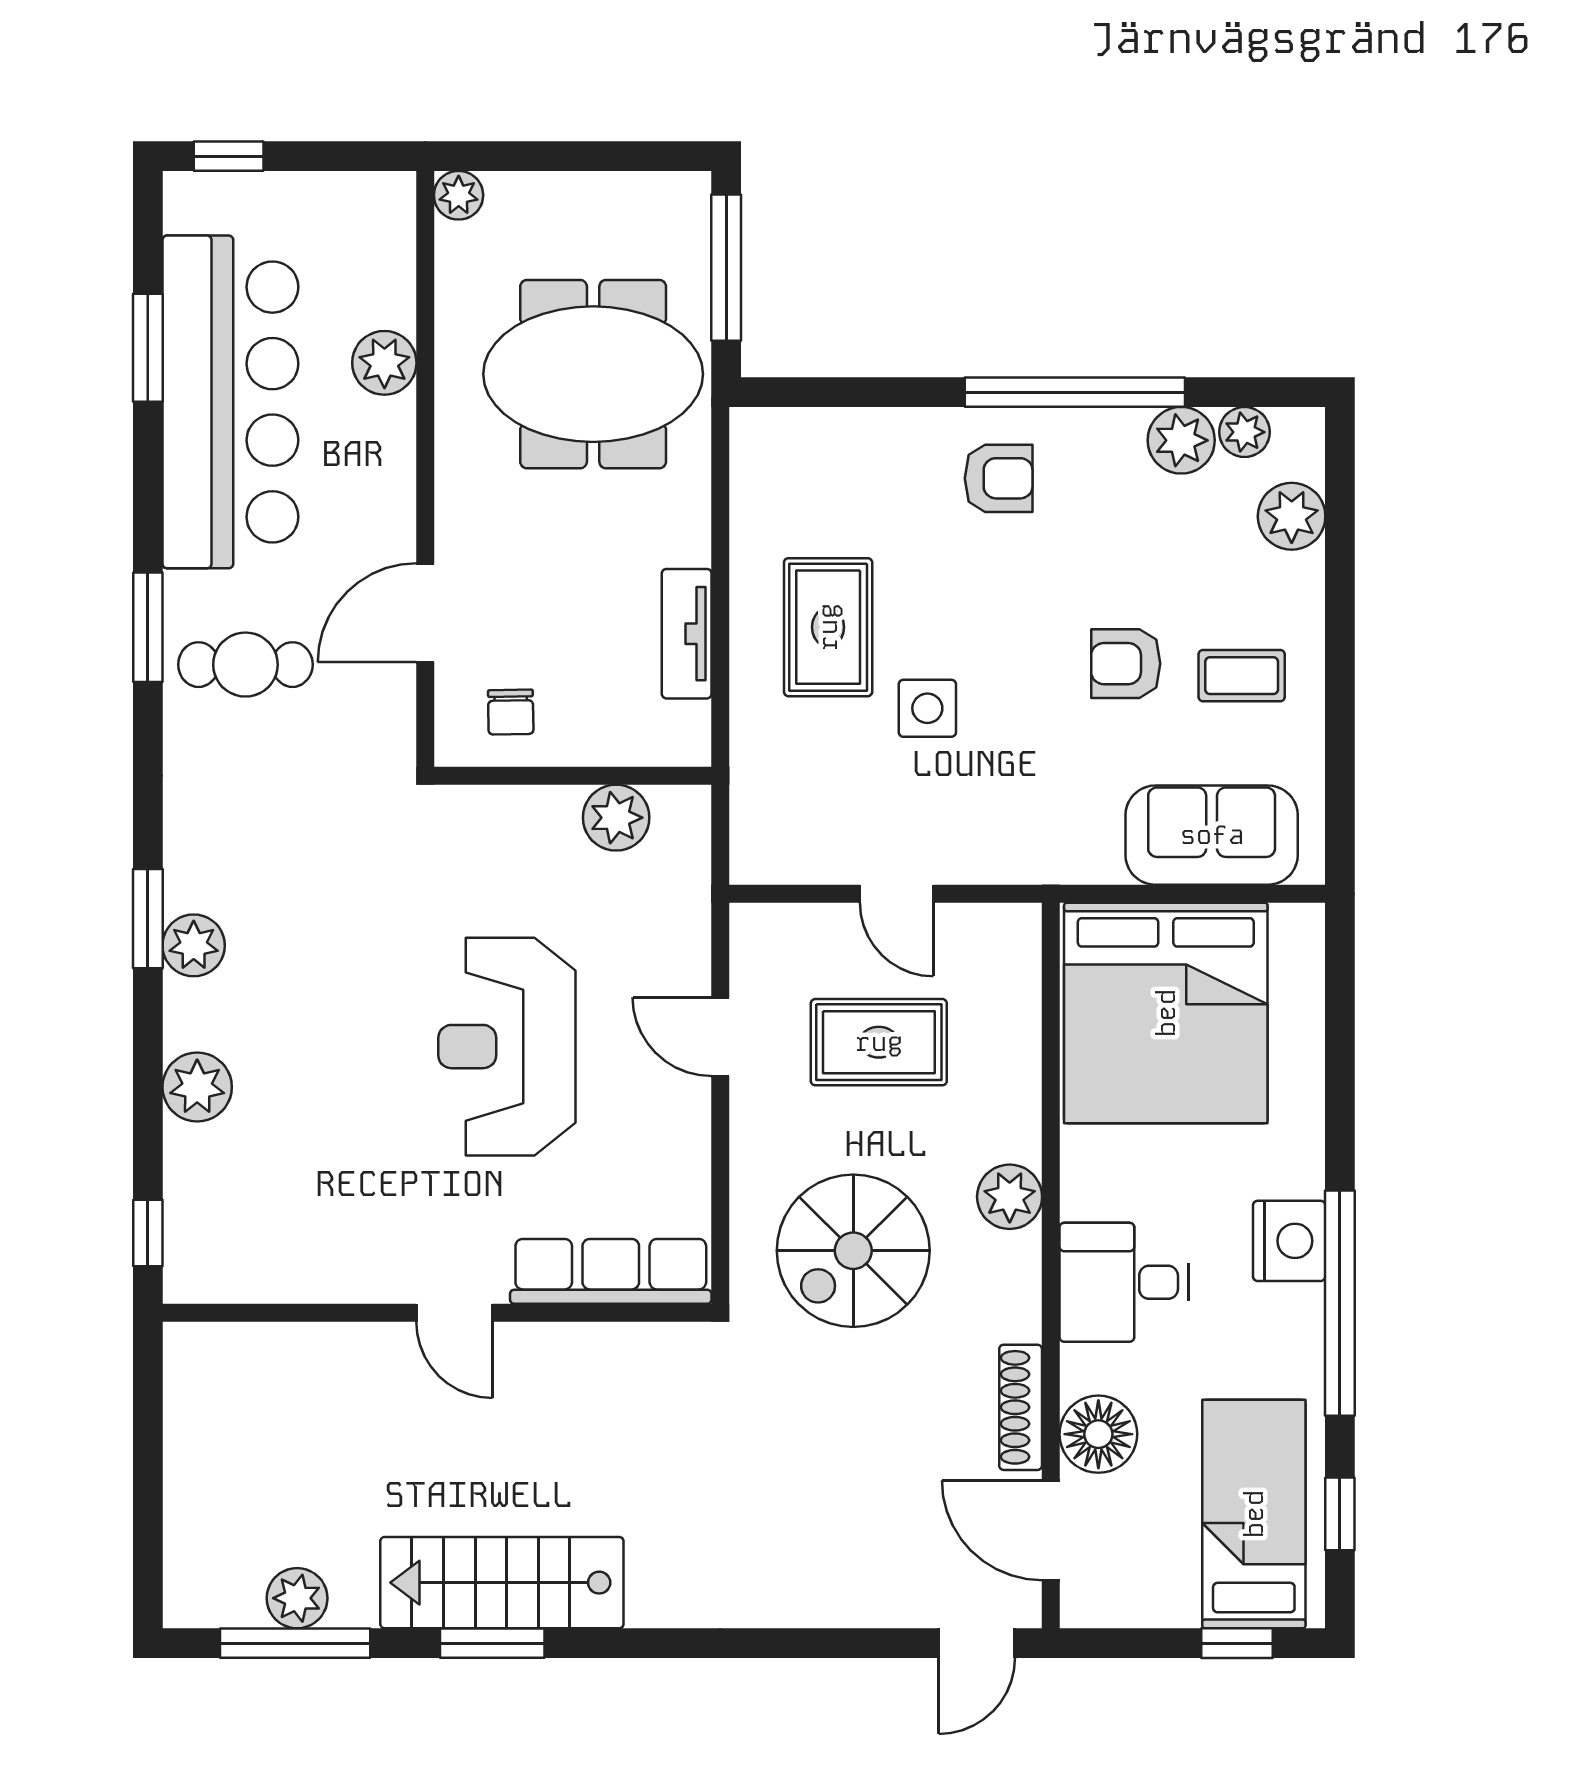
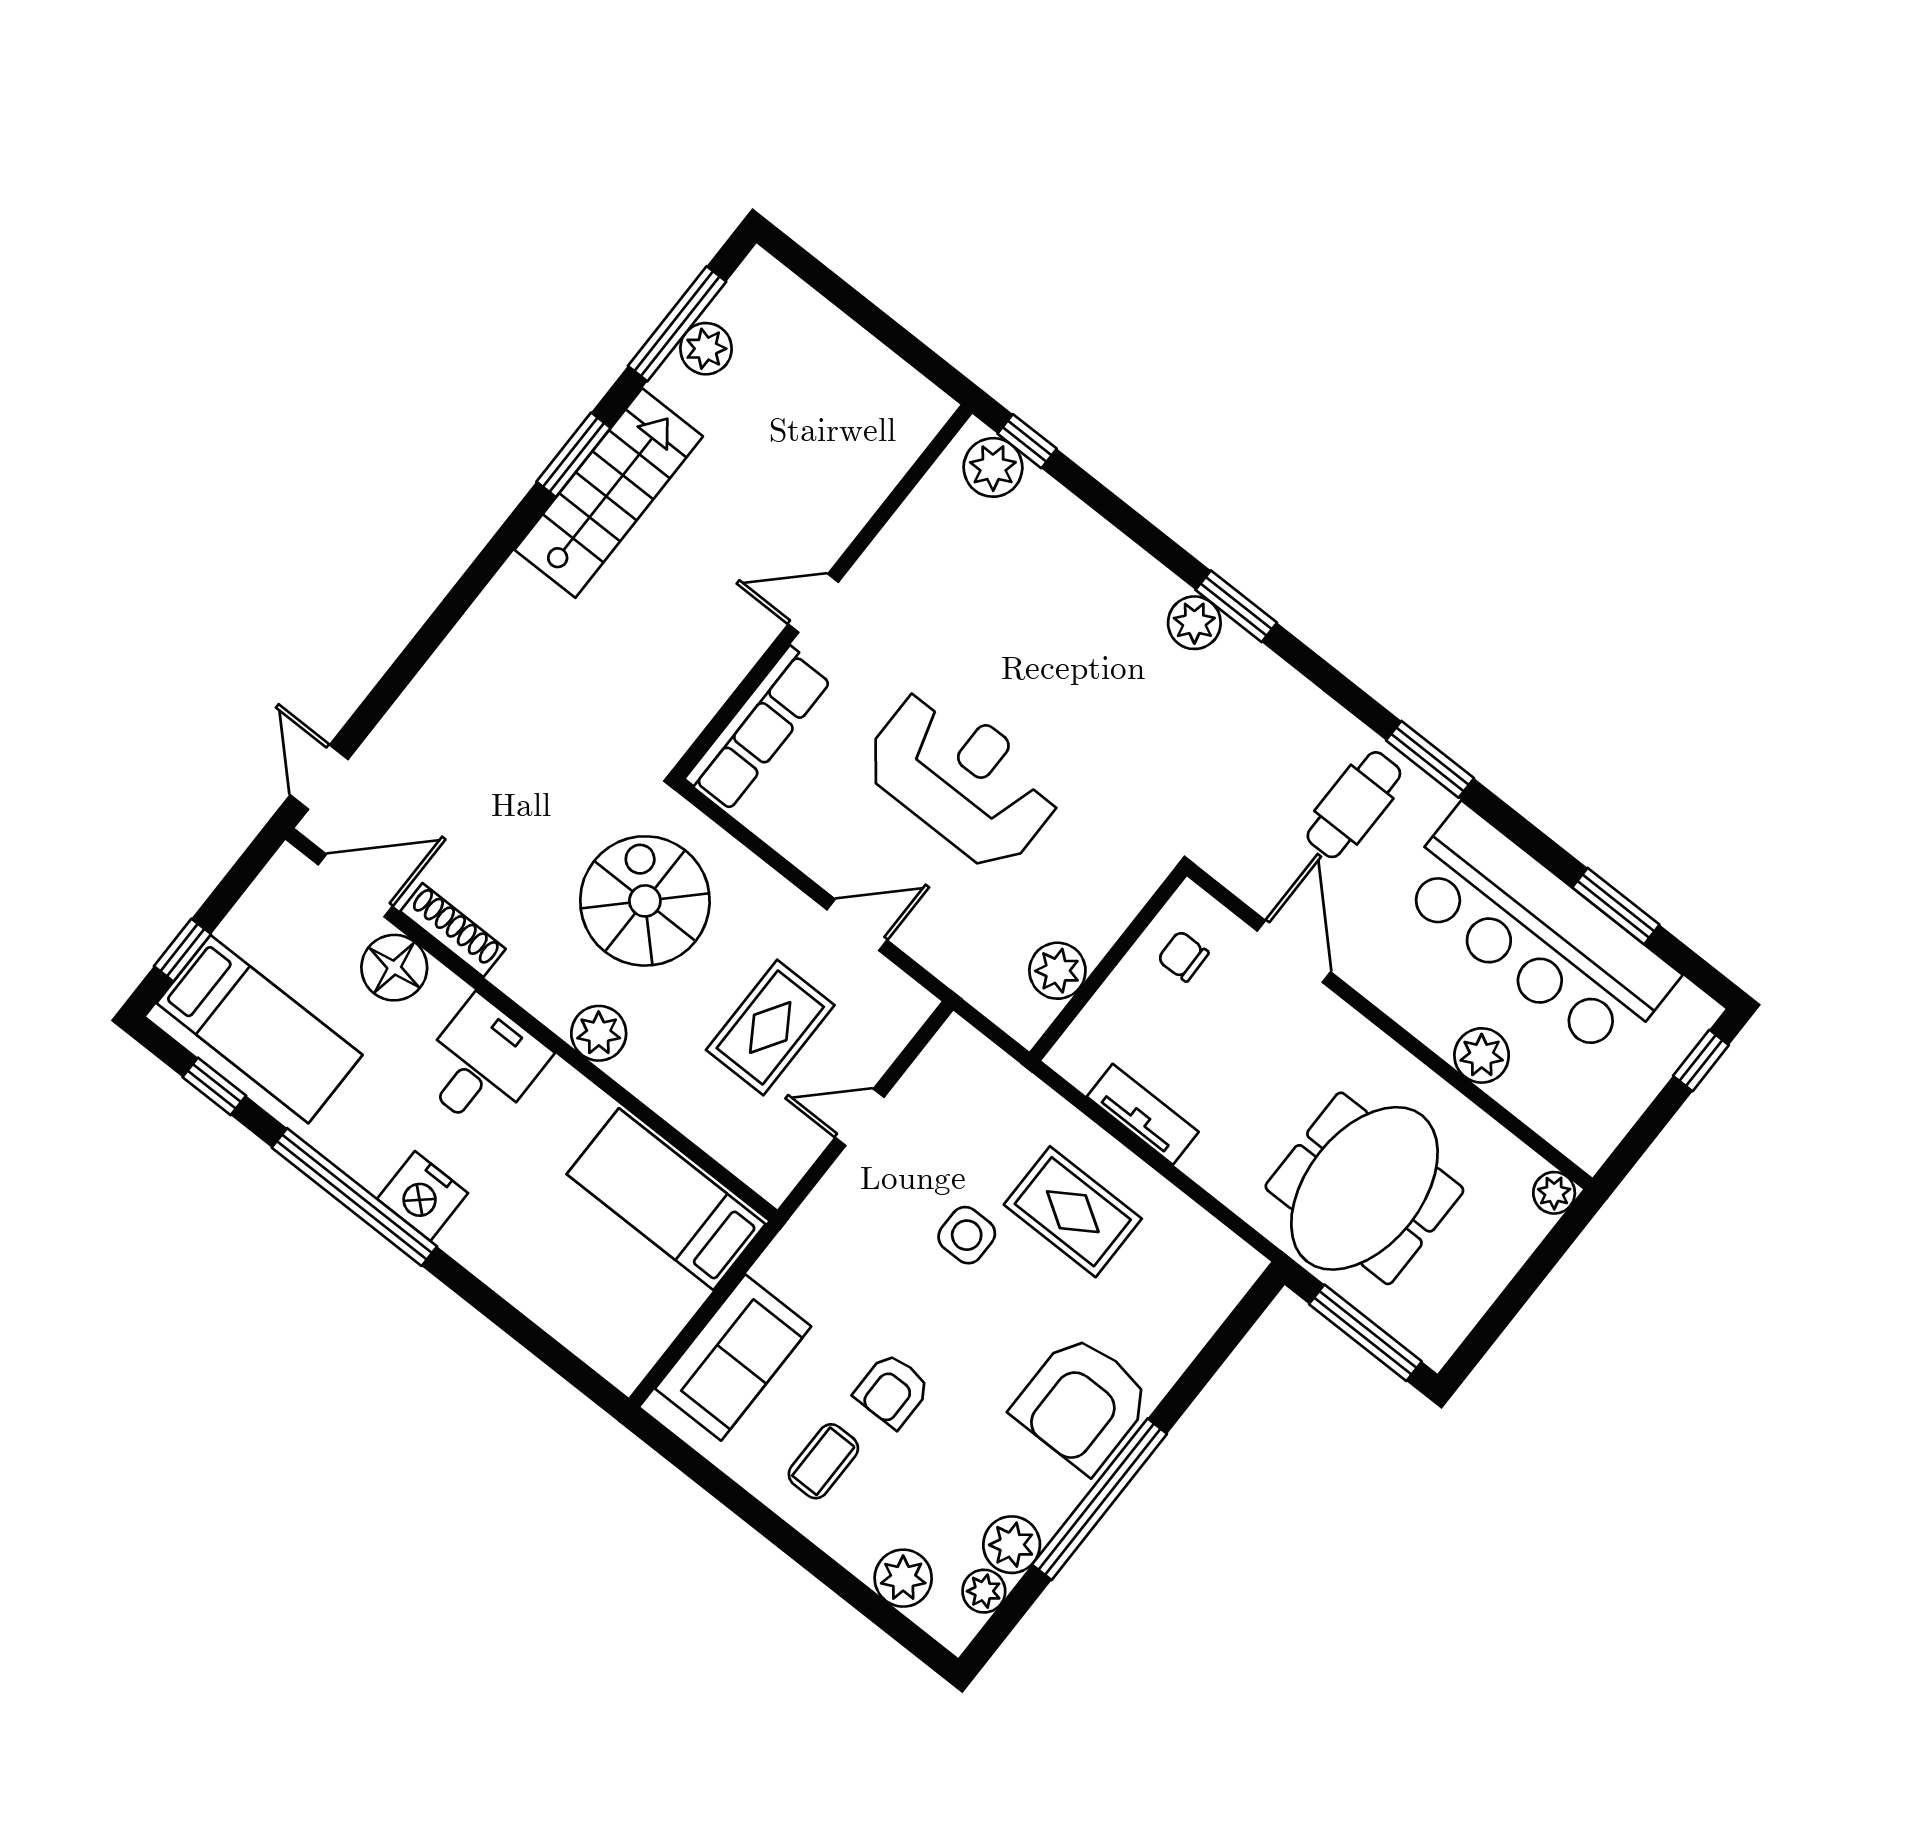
armchair: (999, 478) -> (1082, 1403), width x1.88, depth x1.88
armchair: (1126, 664) -> (892, 1390), turned 180
bed: (1166, 1013) -> (666, 1199), width x0.49
plant: (197, 1087) -> (993, 467), moved

